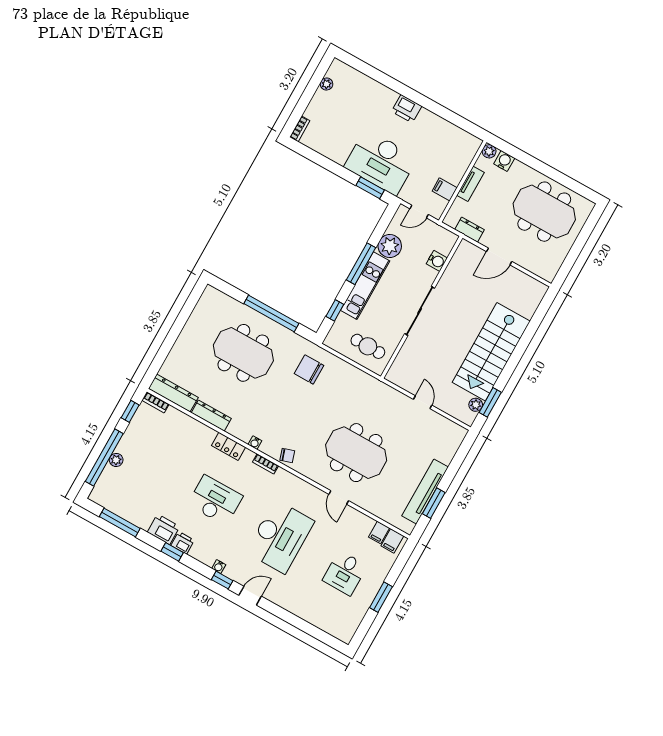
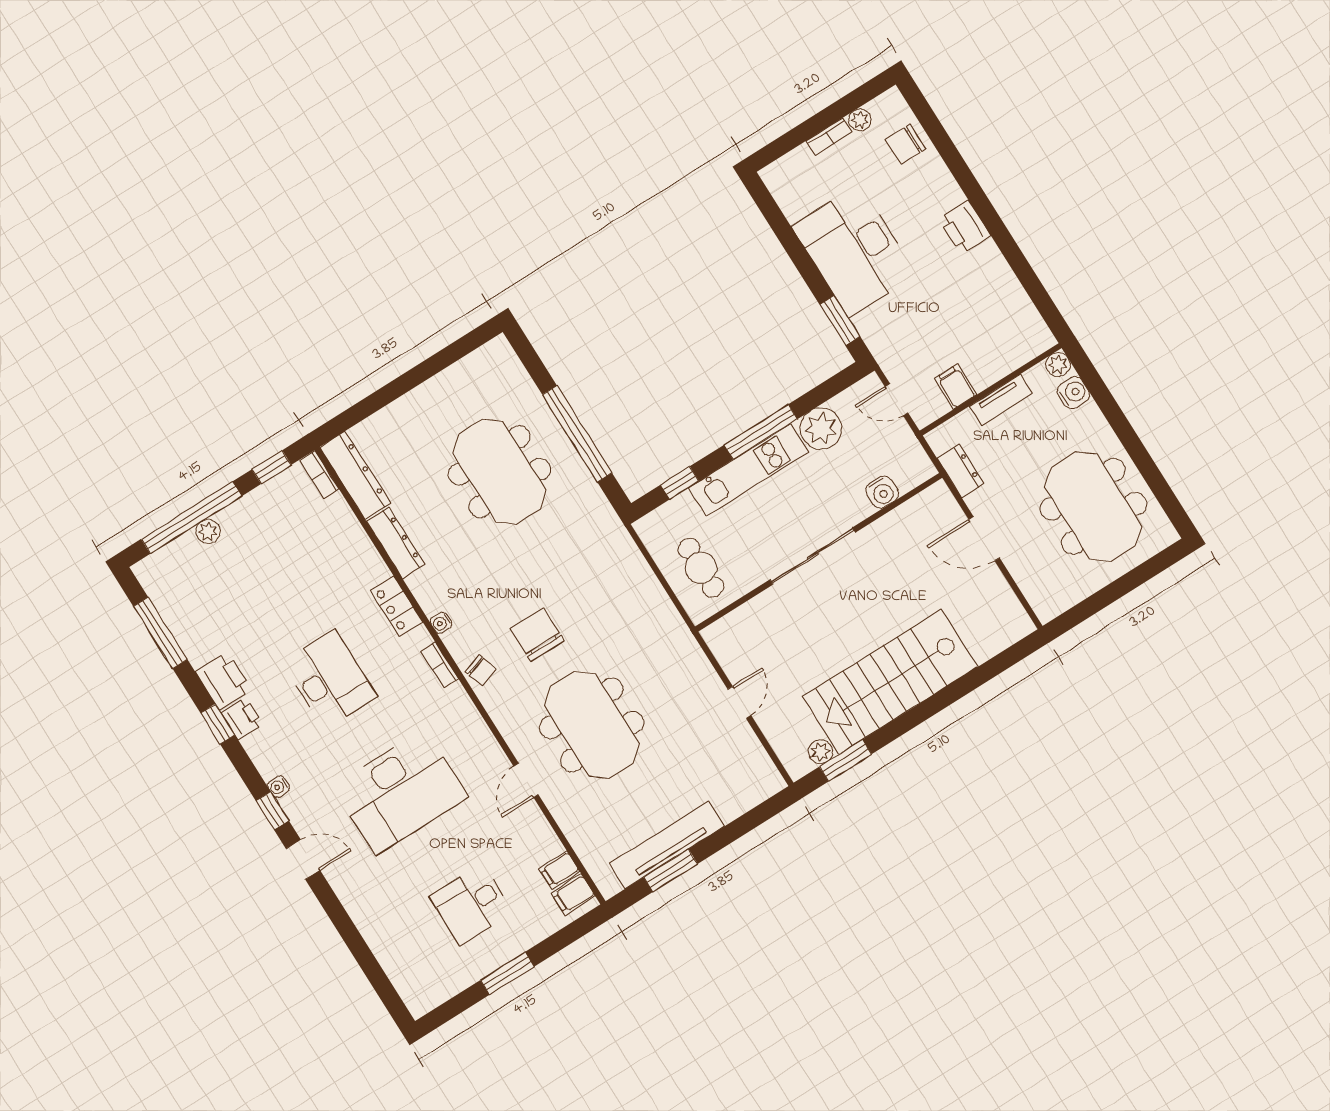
chair: (355, 84) -> (906, 144), added
bookcase: (300, 129) -> (829, 137), moved
desk: (381, 162) -> (854, 251), moved
chair: (309, 369) -> (537, 635), moved

